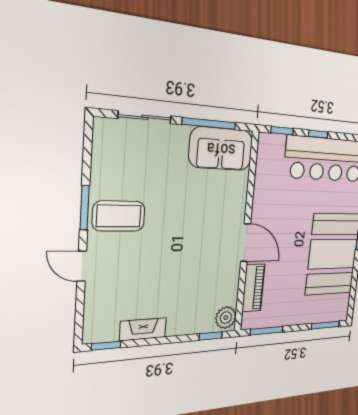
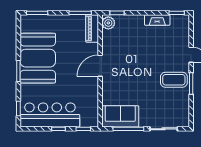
door: (246, 243) -> (100, 66), hinge flipped
piano: (253, 288) -> (92, 29), moved

